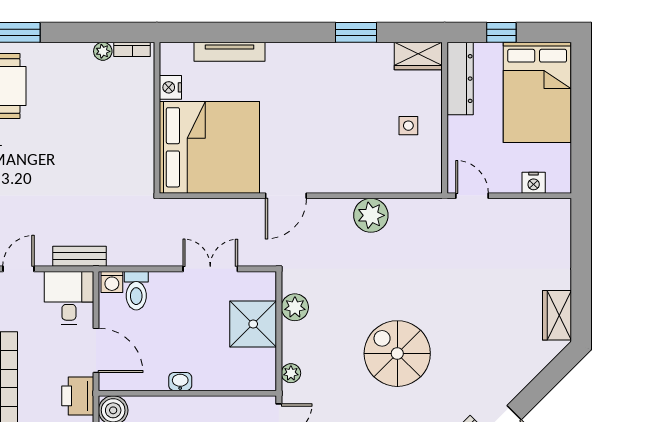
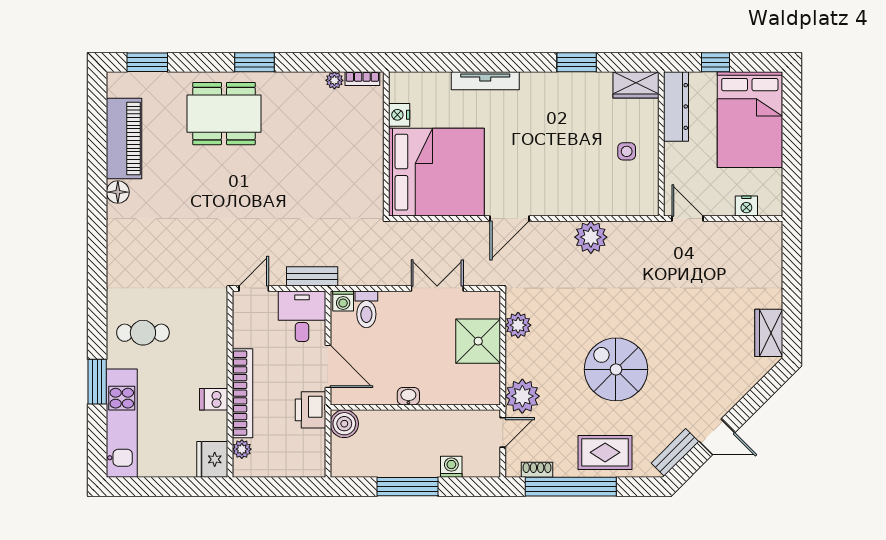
tv unit: (229, 52) -> (485, 81), moved
plant: (291, 373) -> (522, 396), width x1.88, depth x1.88

